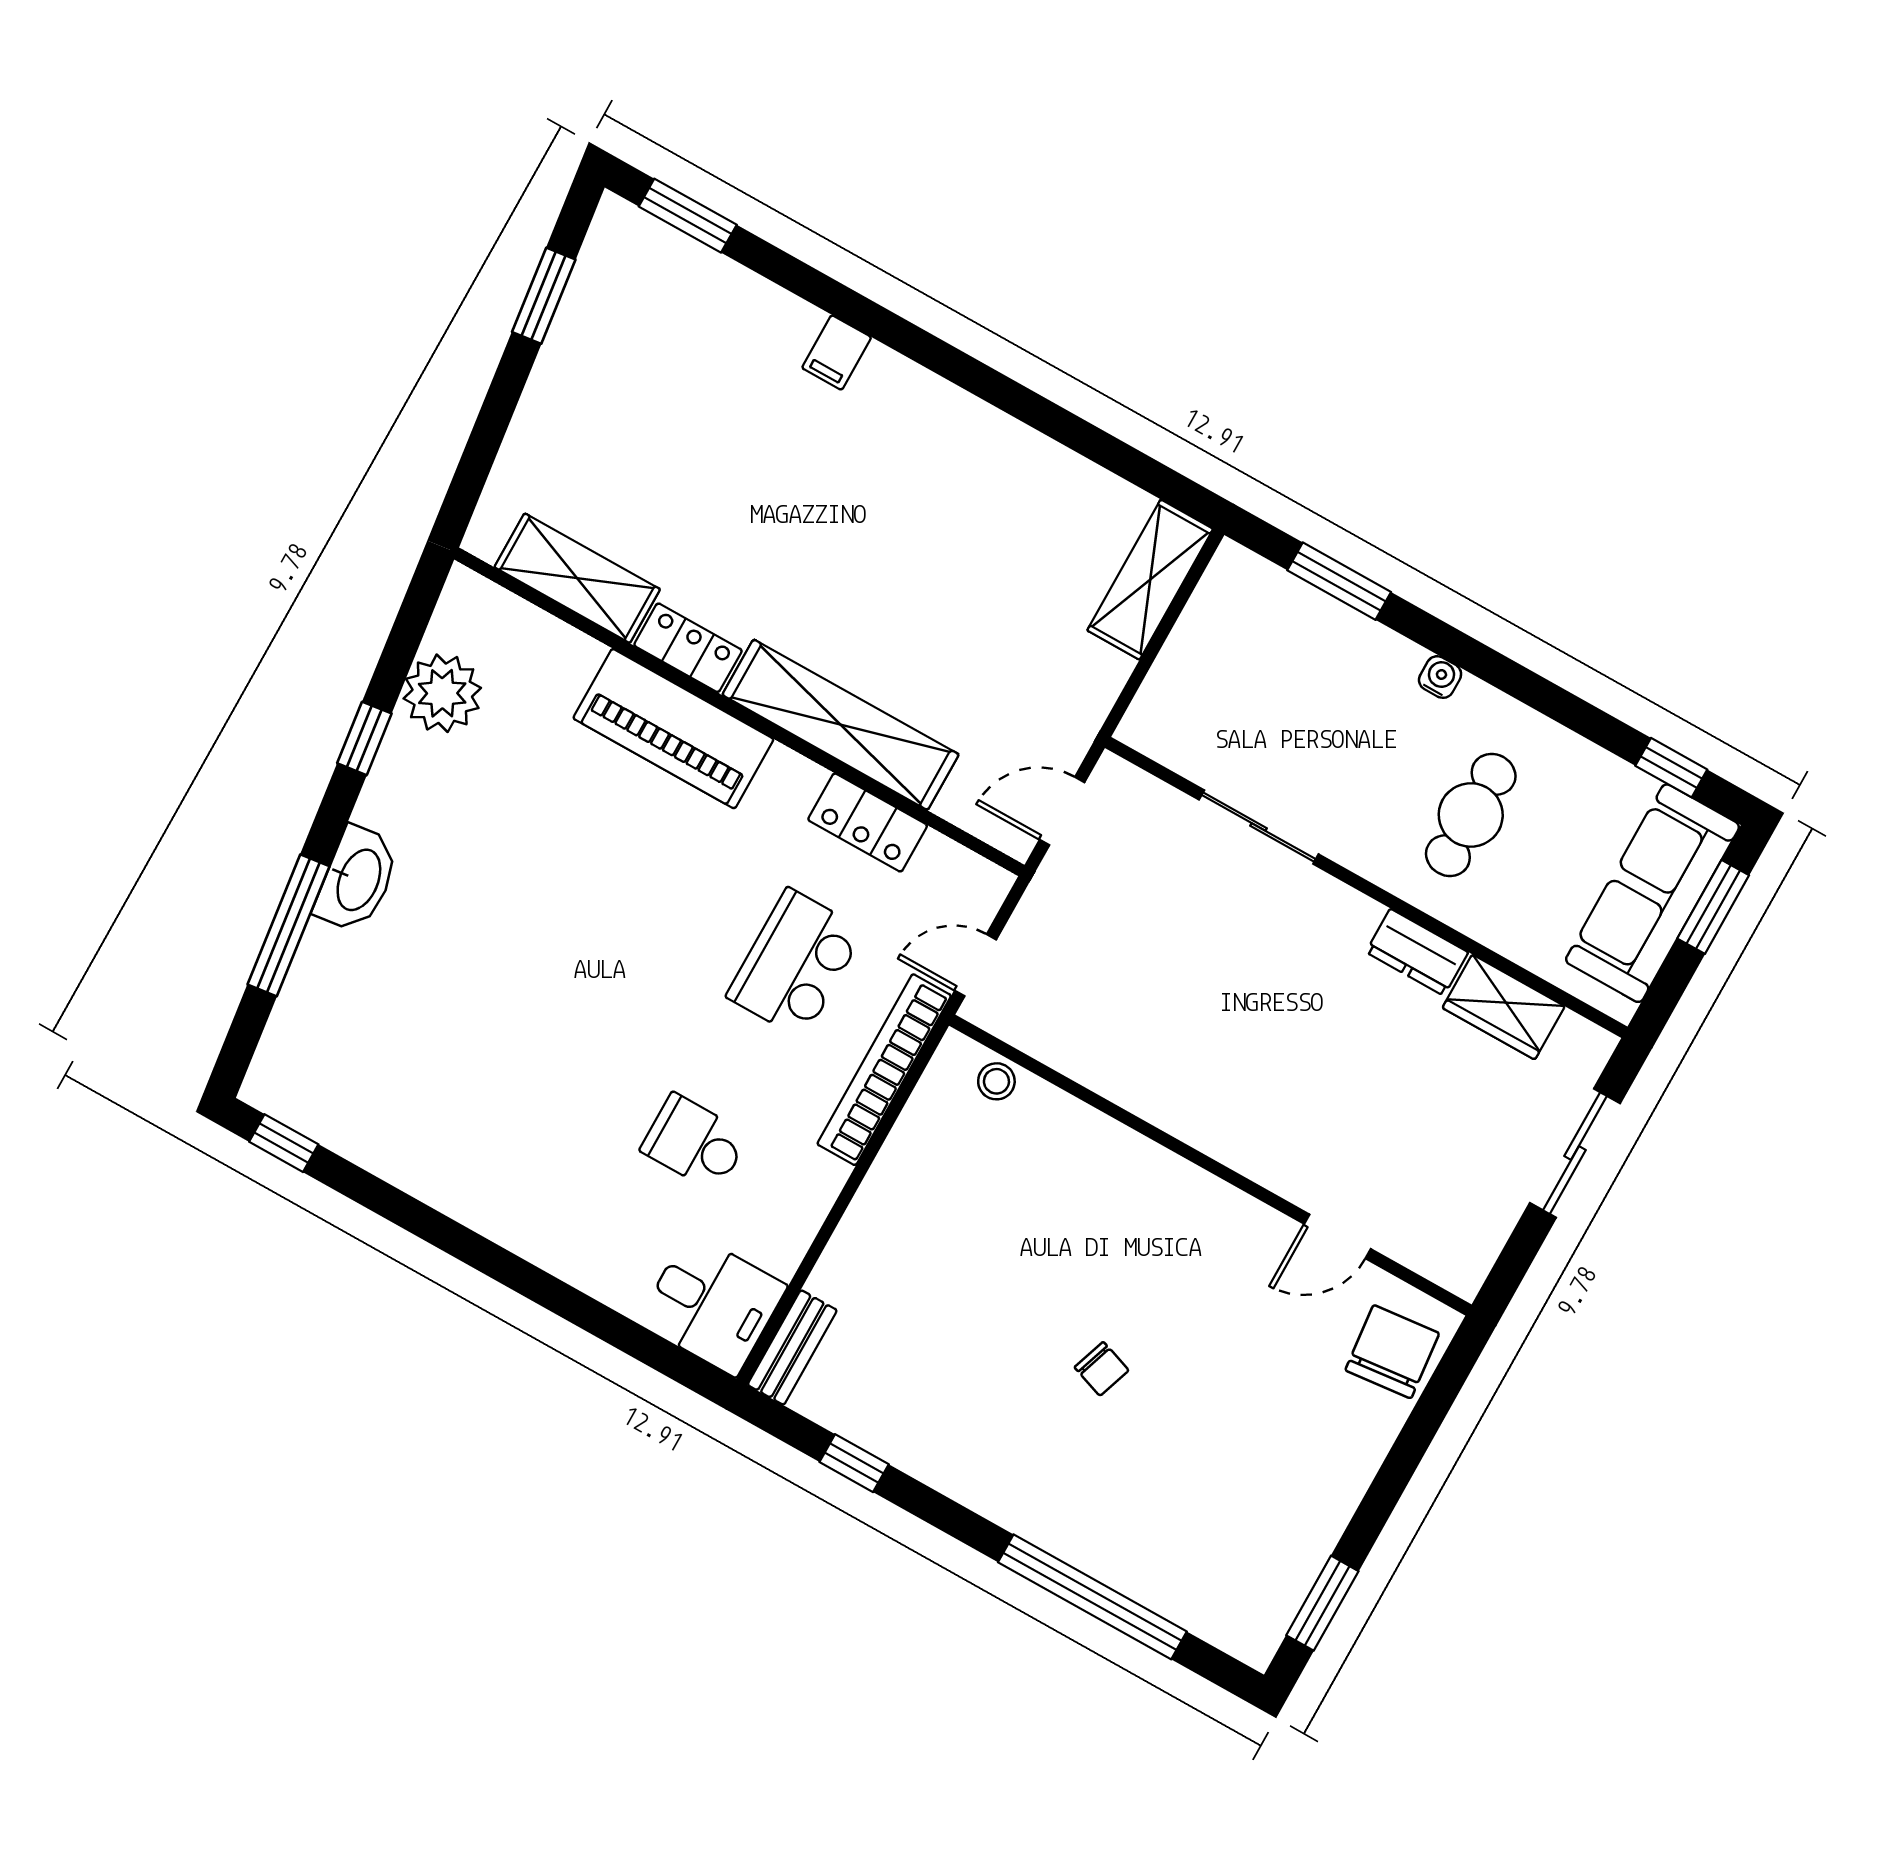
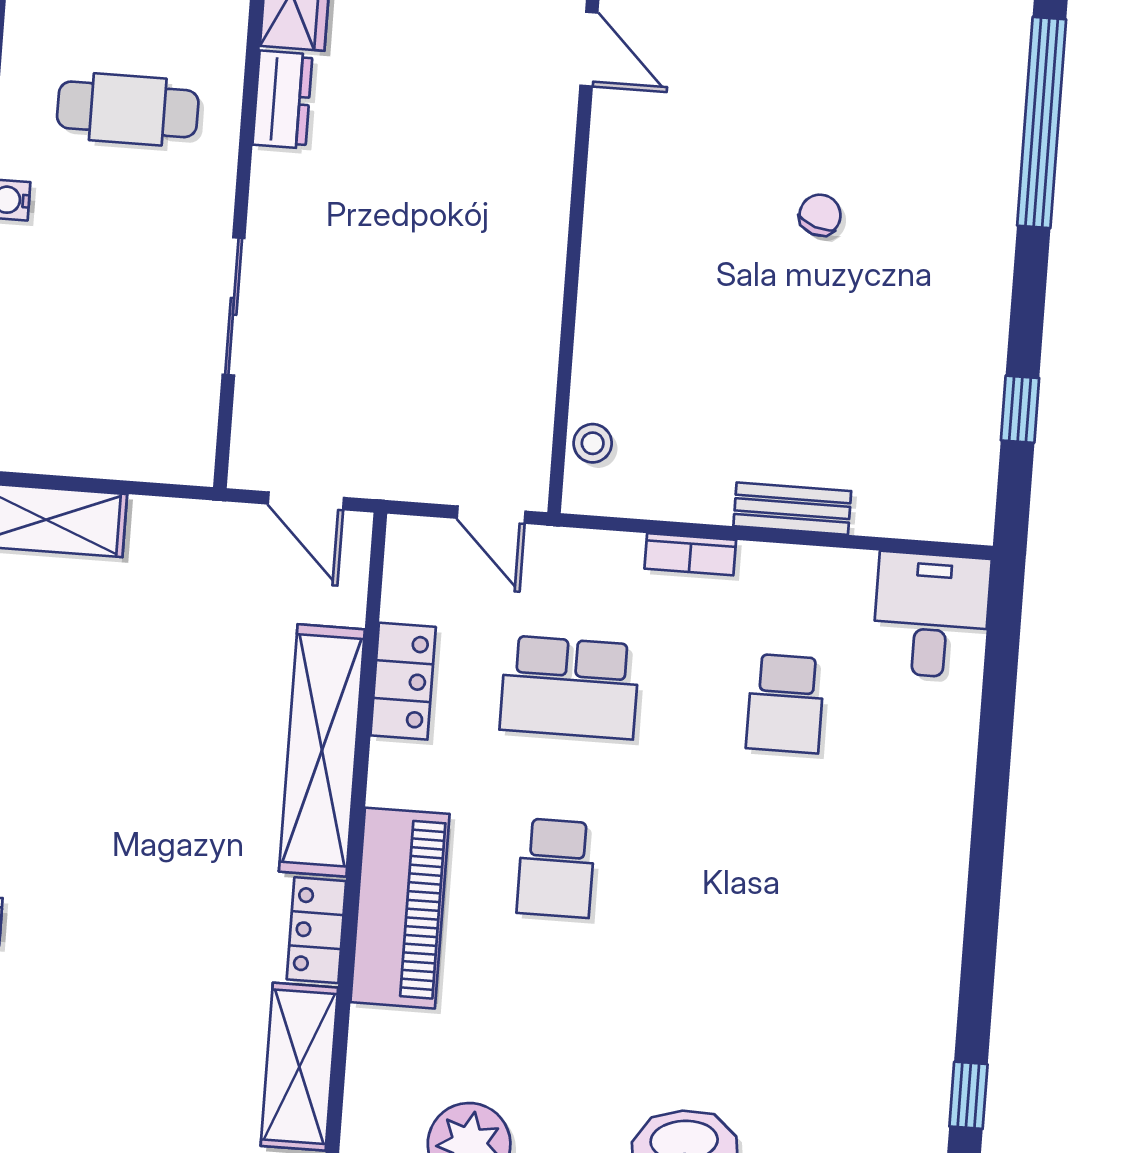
school desk: (645, 879) -> (556, 868), added
bookcase: (884, 1070) -> (690, 554), width x0.43, depth x0.76
bench: (792, 1347) -> (792, 509), moved

